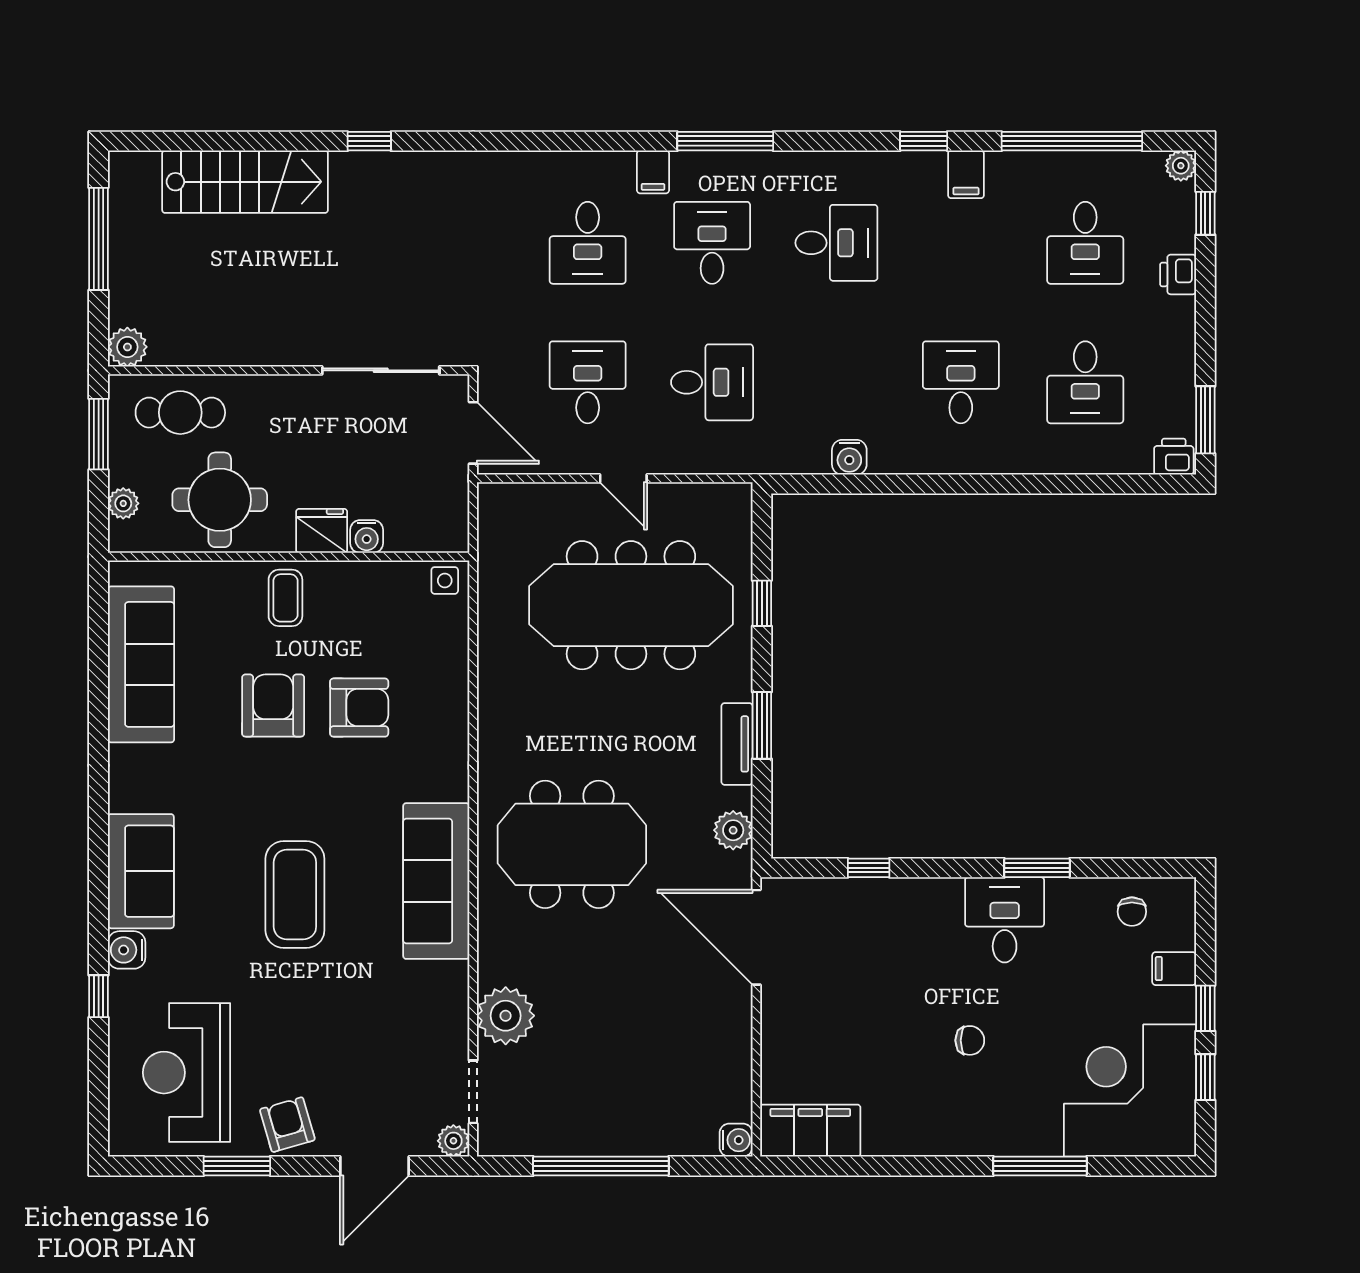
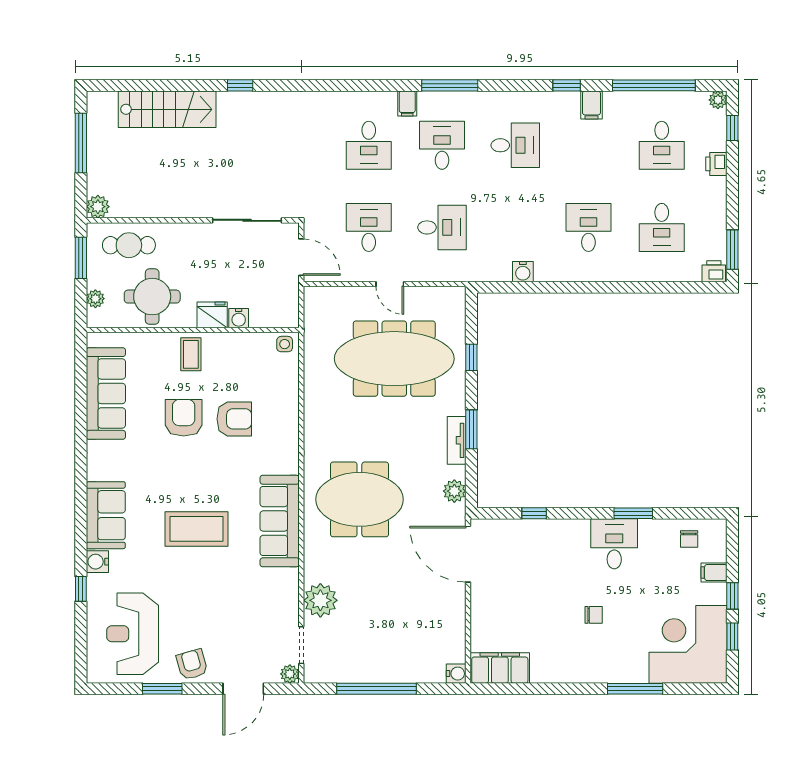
coffee table: (295, 895) -> (196, 529), turned 90

